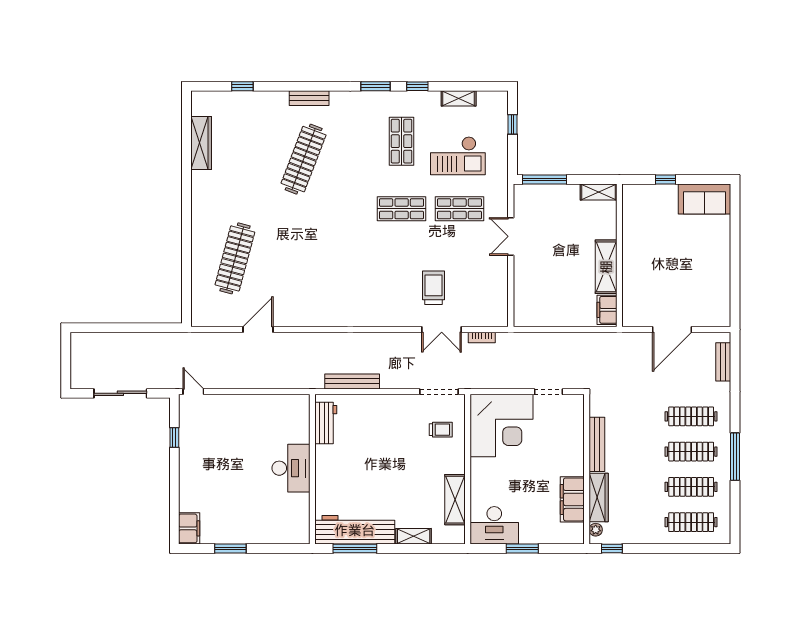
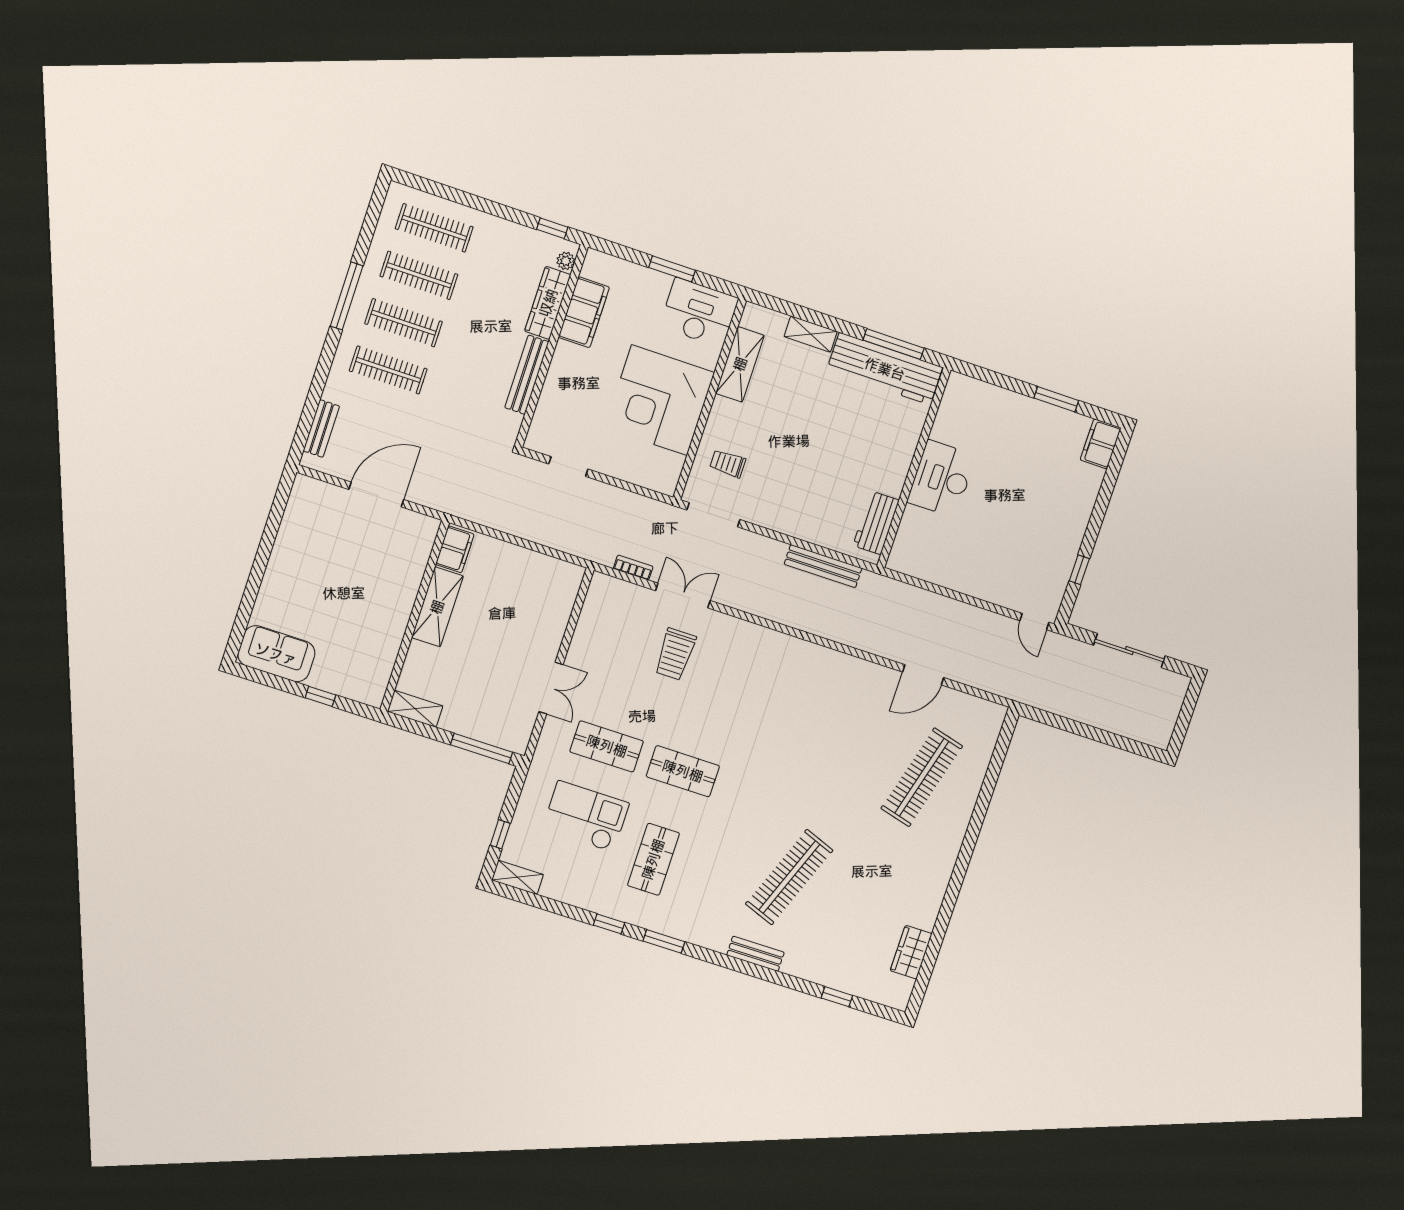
shelving: (459, 98) -> (518, 877), moved
wardrobe: (201, 143) -> (911, 952), width x0.67
corner desk: (502, 426) -> (659, 400), moved, turned -90

